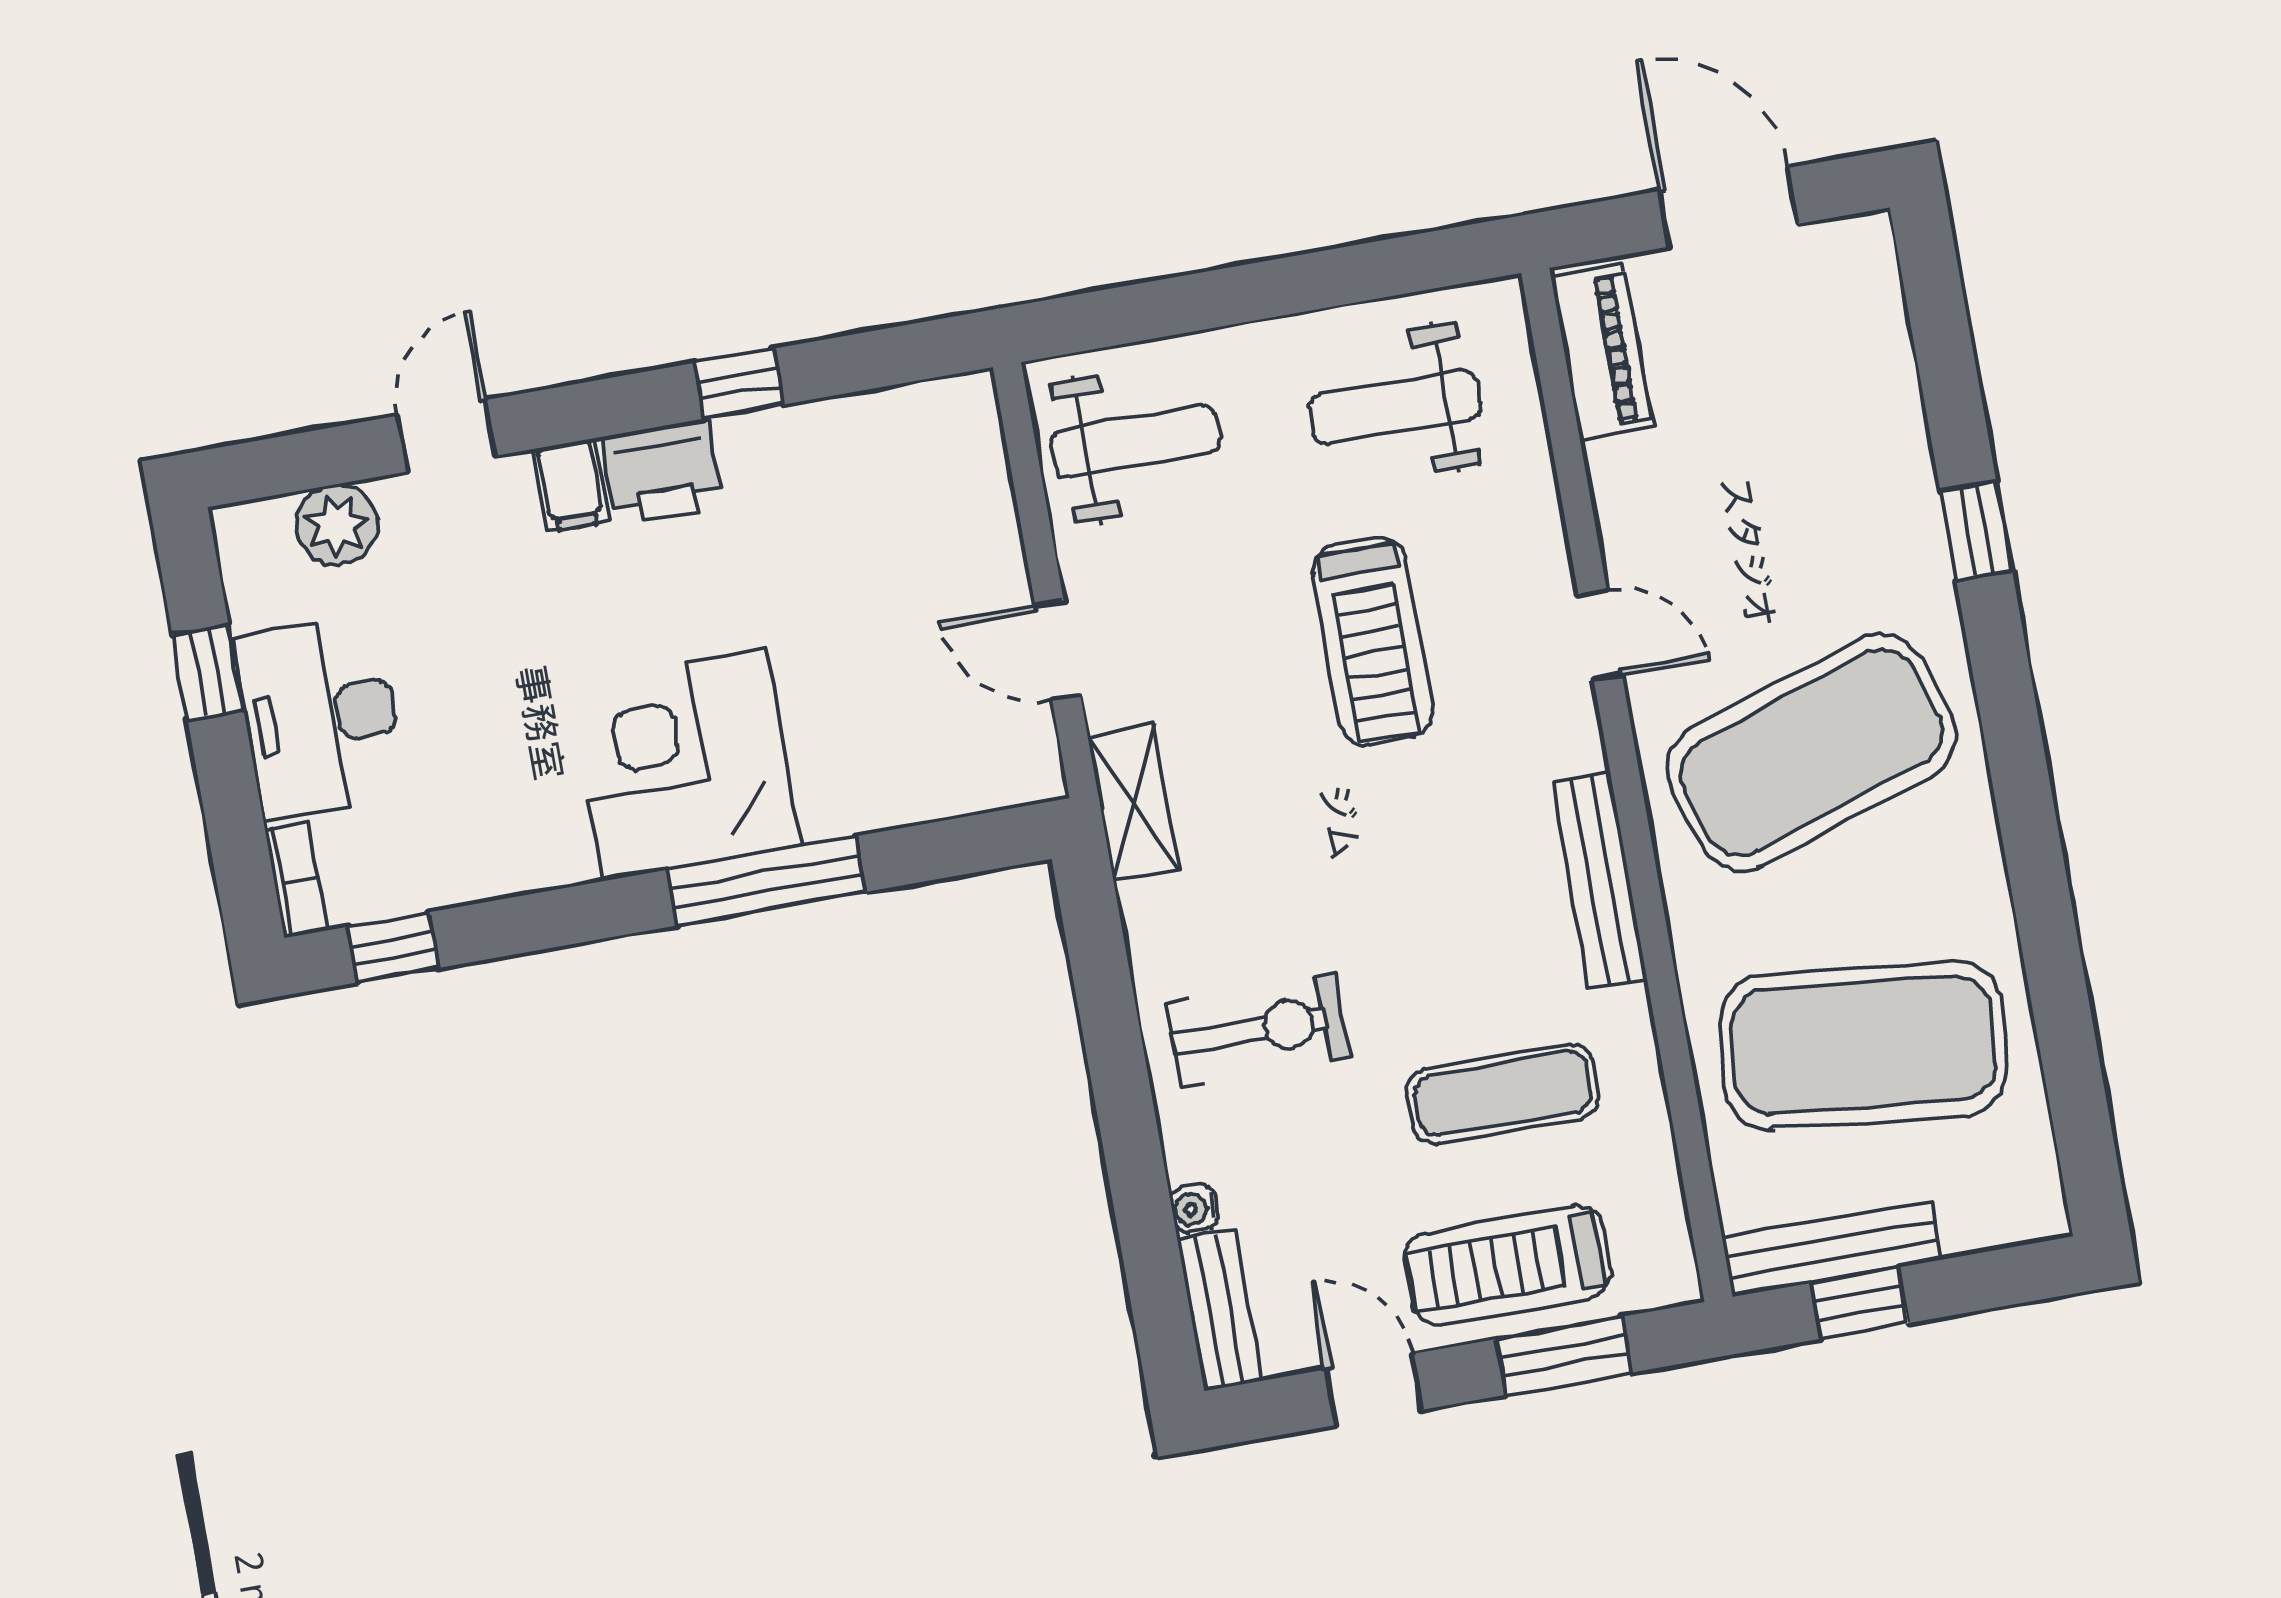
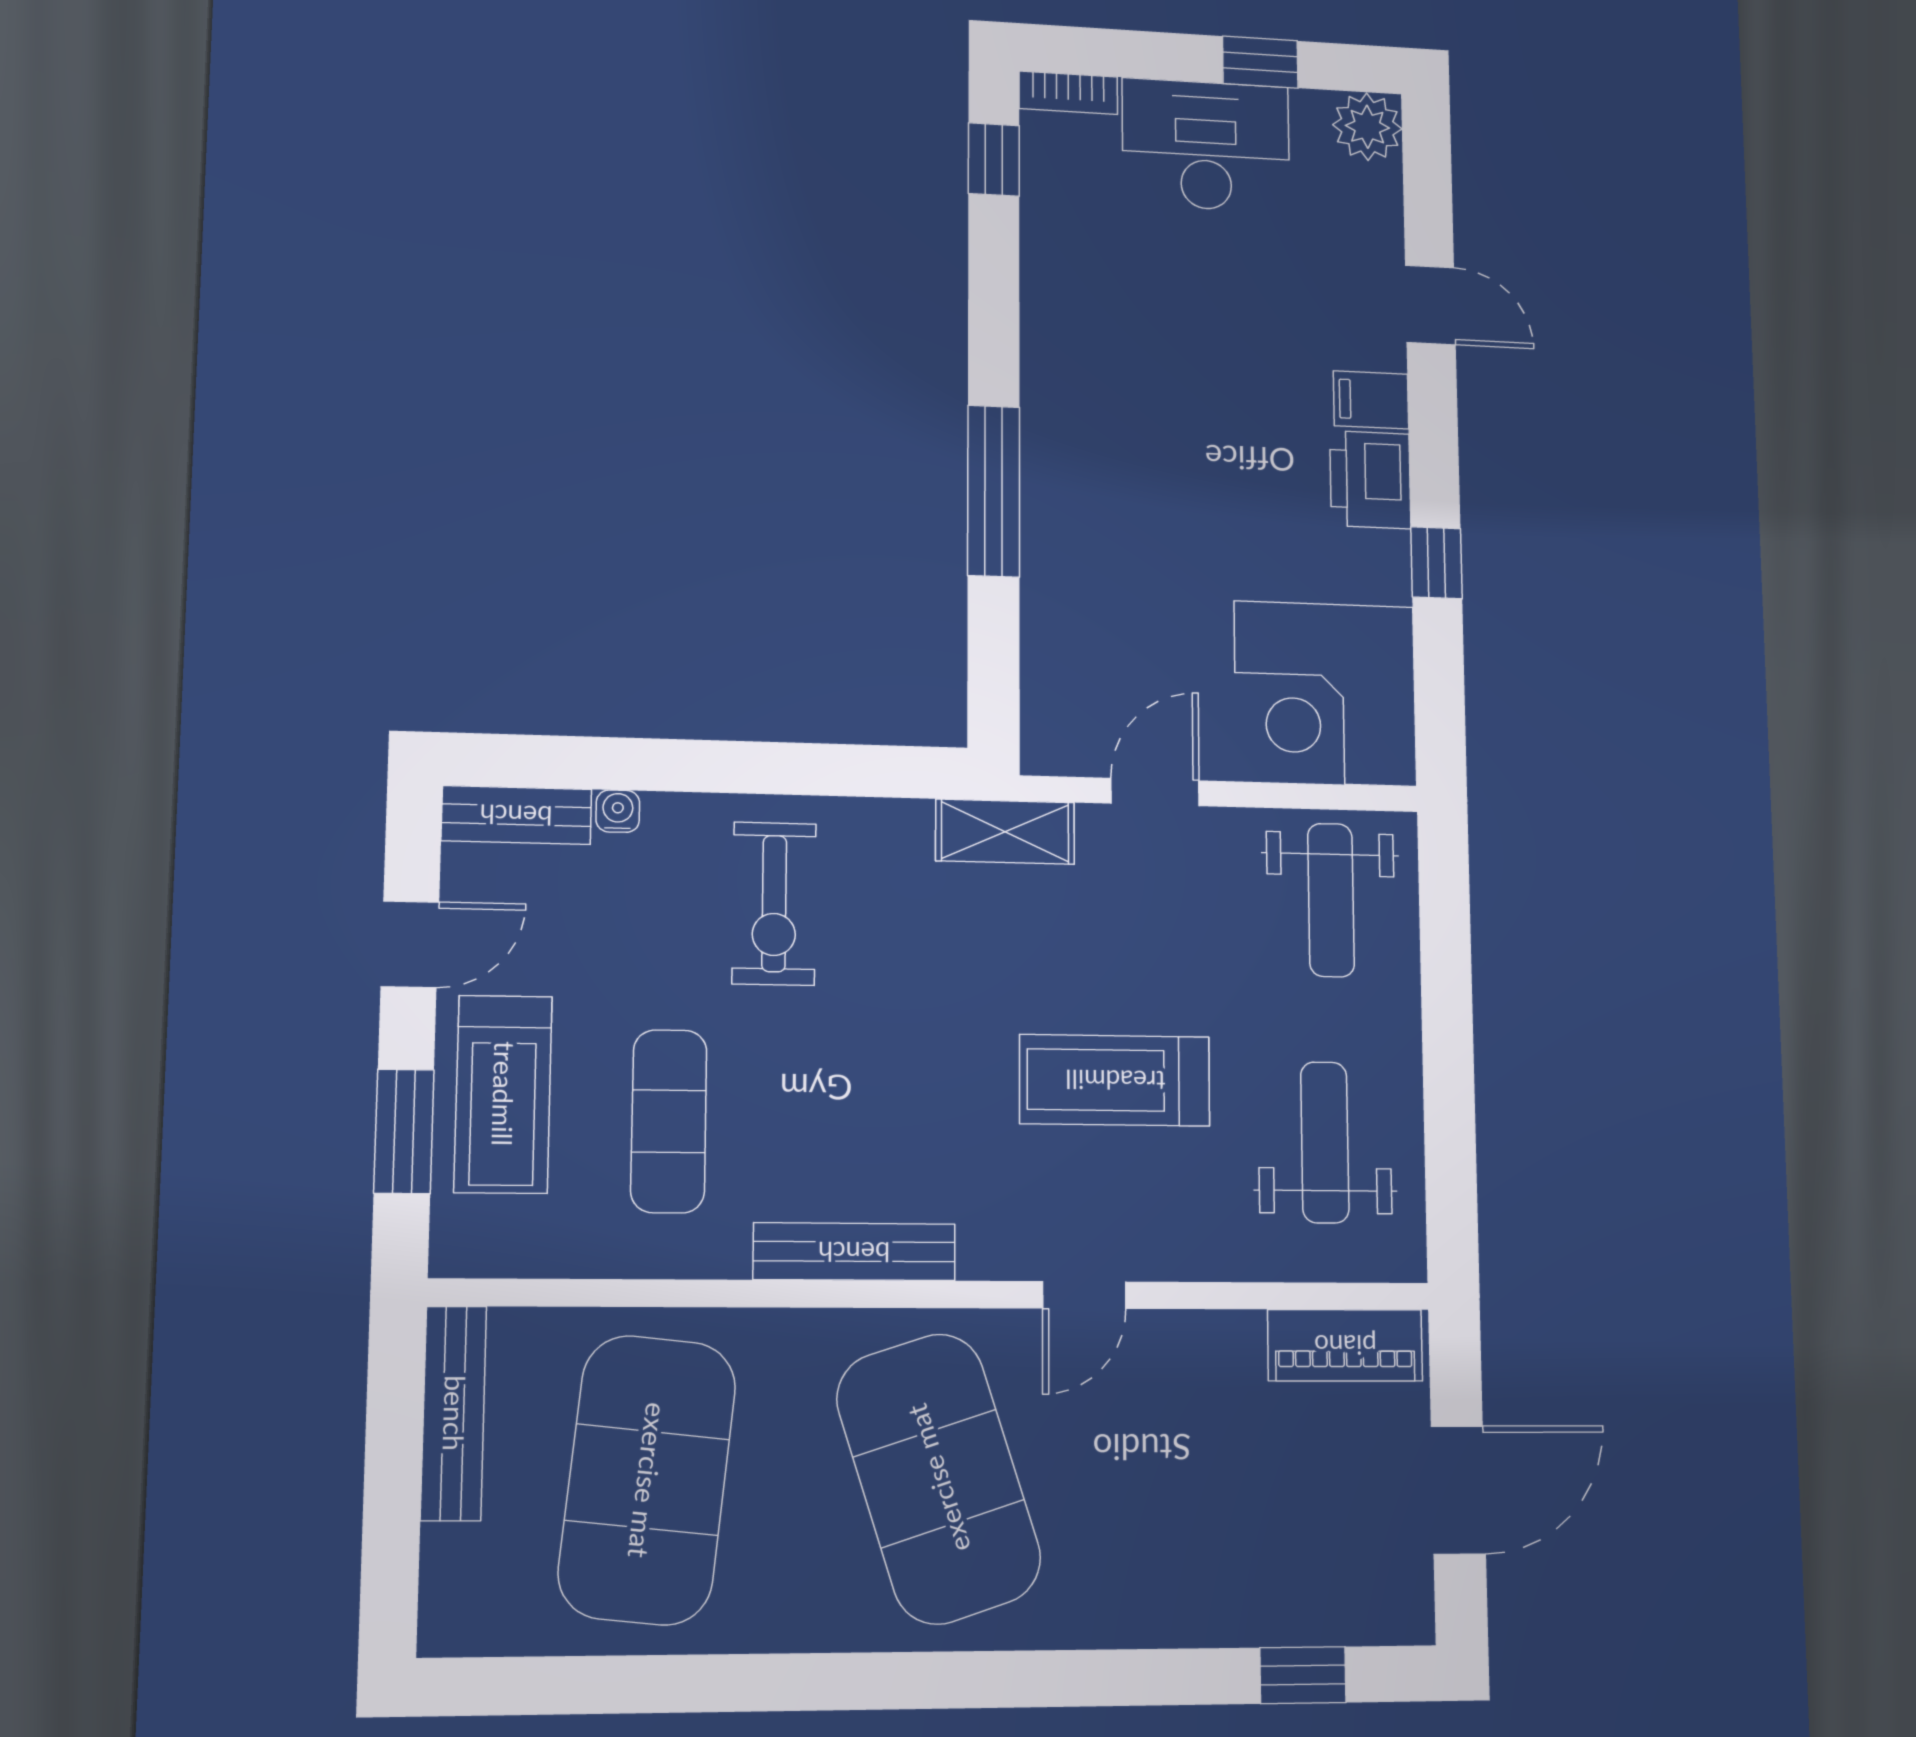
plant: (337, 525) -> (1367, 127), moved
window: (1976, 531) -> (1303, 1675), moved
corner desk: (685, 765) -> (1325, 694), moved, turned 180
treadmill: (1508, 1265) -> (503, 1094), turned 180
window: (1859, 1303) -> (394, 1431), removed

